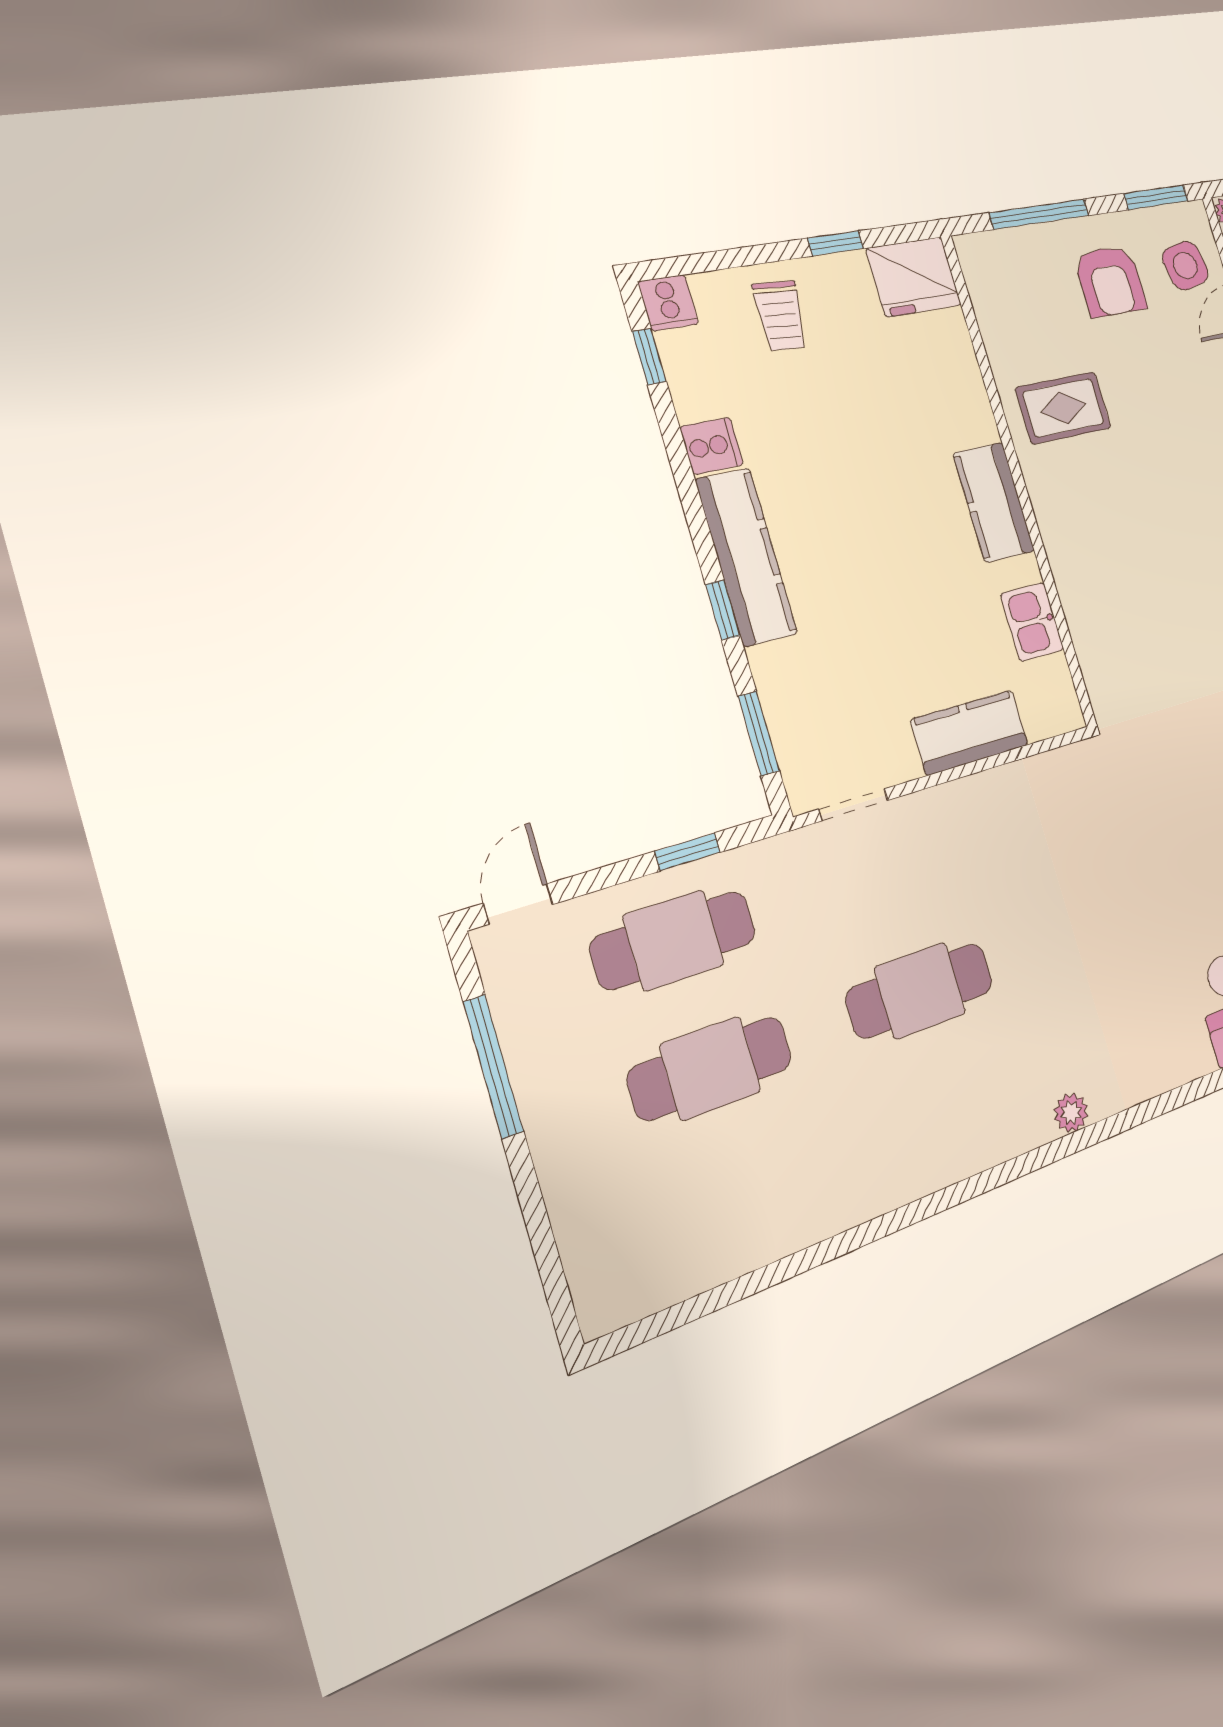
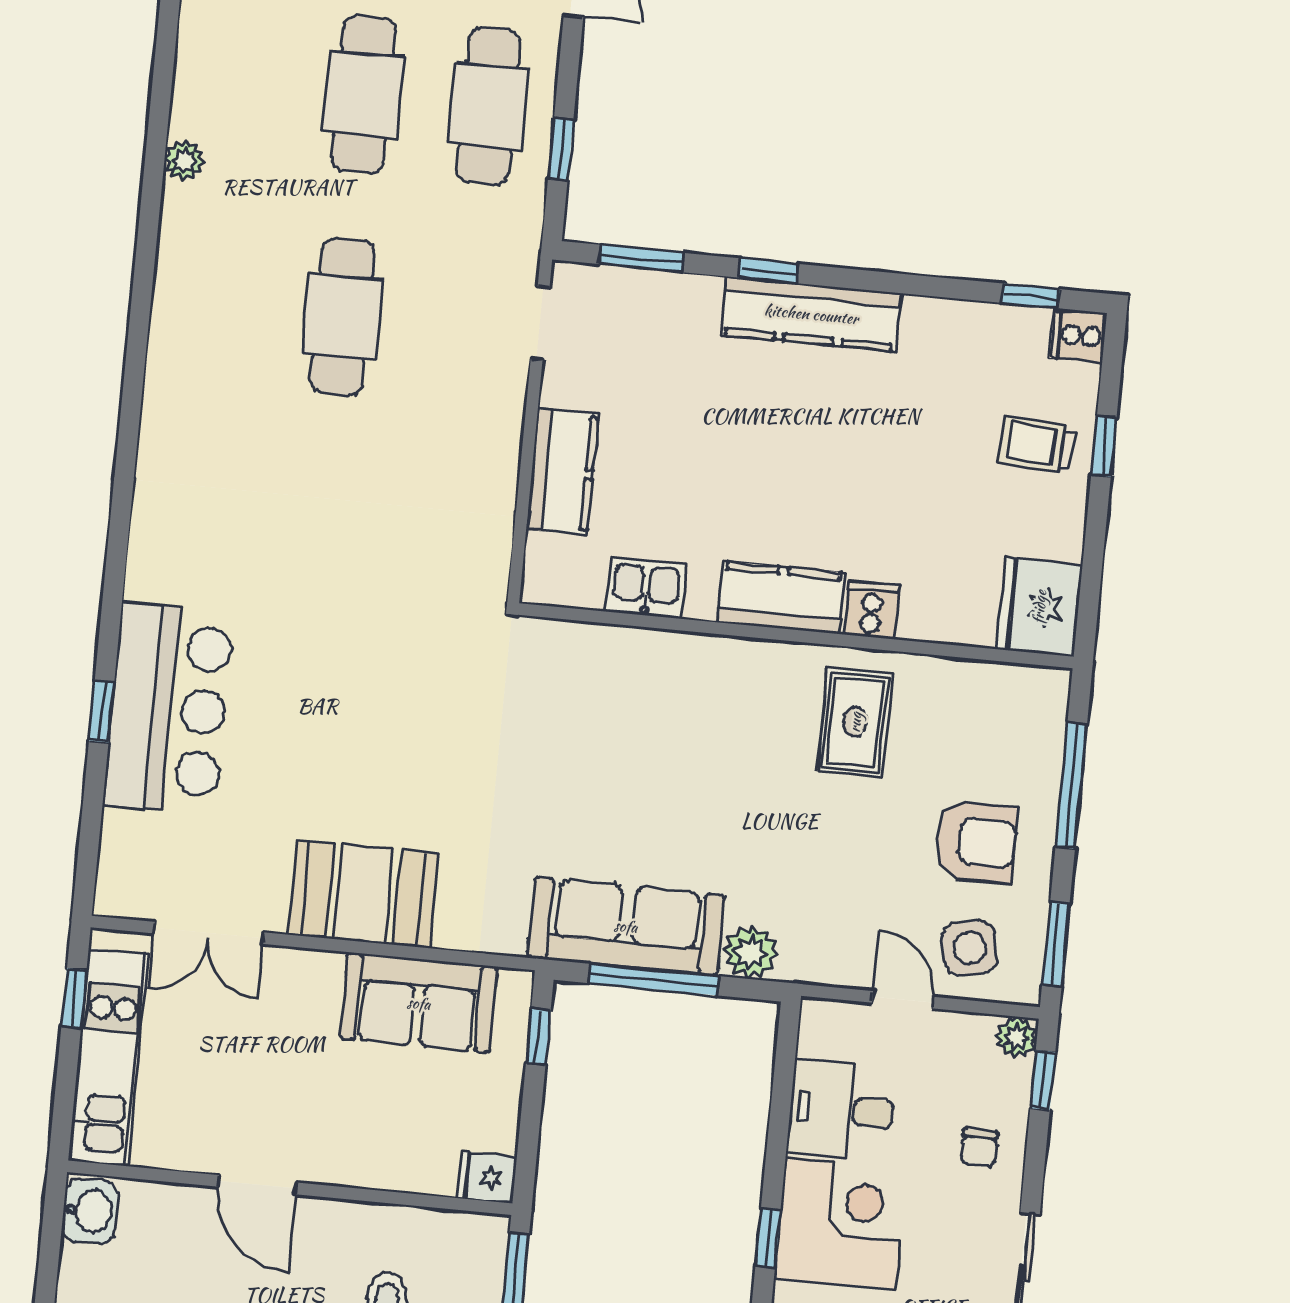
window: (835, 243) -> (1104, 446), moved
armchair: (1110, 281) -> (976, 842), turned 180
cooker: (712, 446) -> (872, 610), moved, turned 180
plant: (1071, 1113) -> (184, 161), moved

